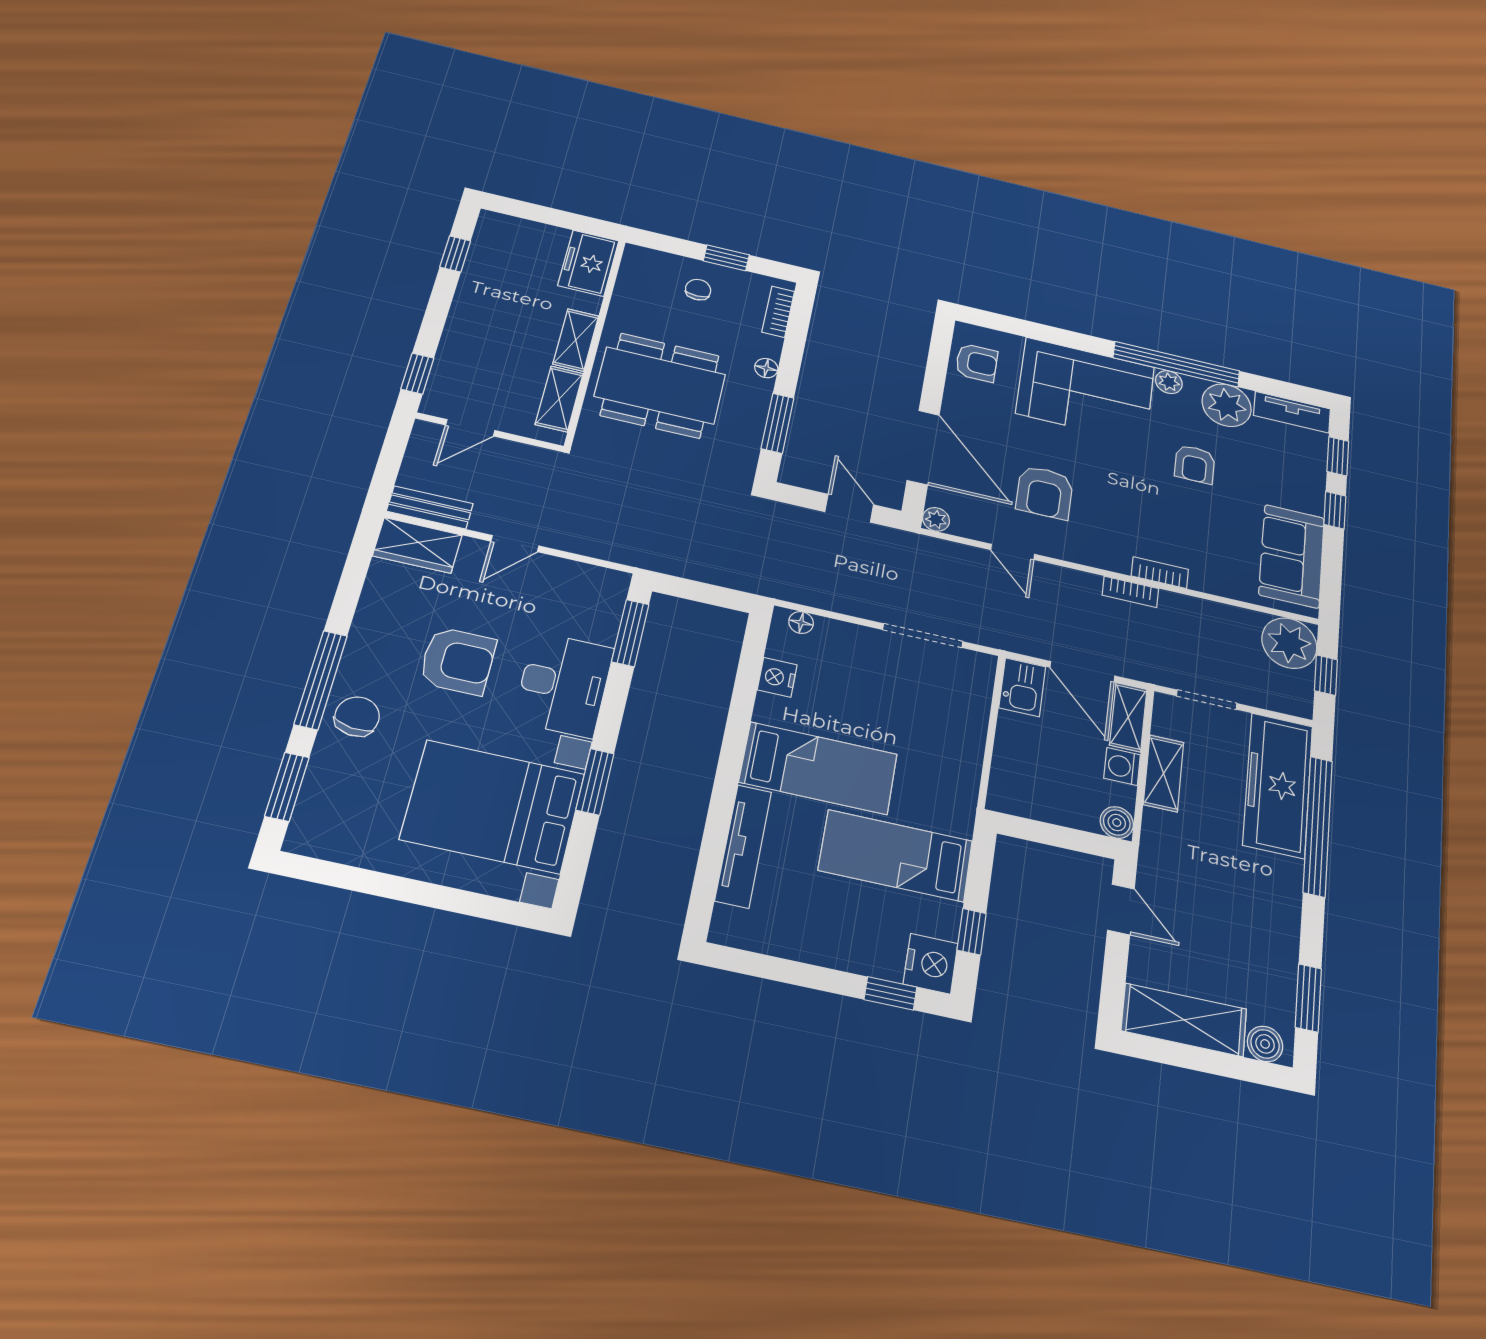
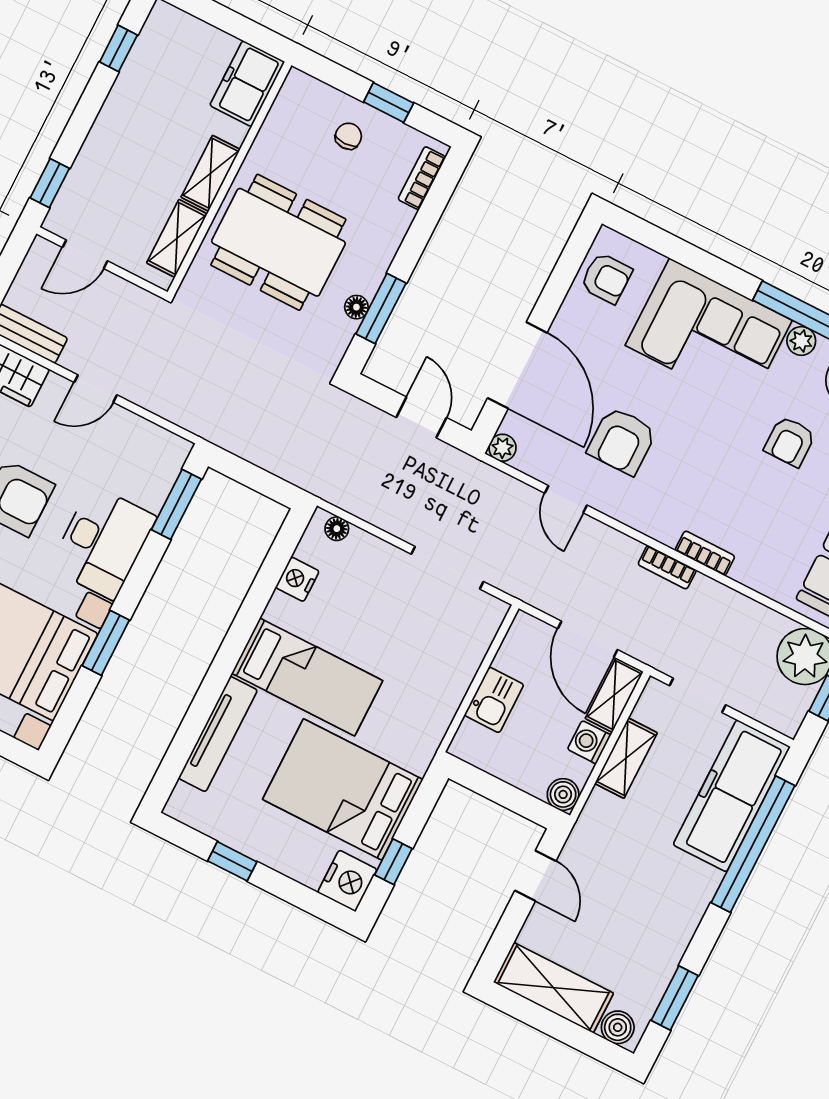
floor lamp: (766, 368) -> (356, 307), moved
kitchen sink: (1022, 687) -> (494, 700), moved
bed: (896, 856) -> (343, 789), width x1.50
window: (890, 993) -> (232, 861), moved

